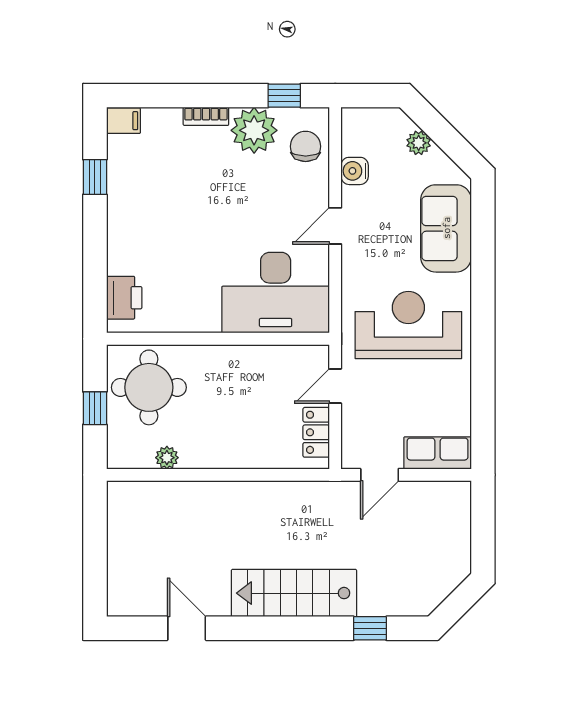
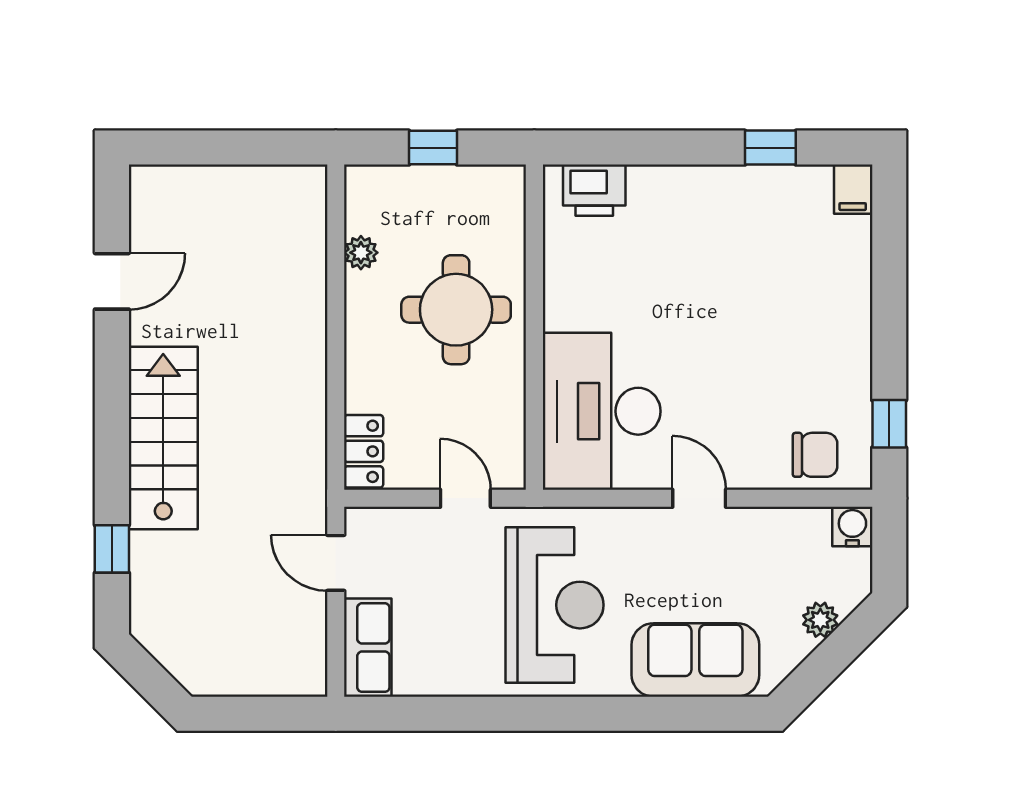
bookcase: (206, 116) -> (859, 310), removed
plant: (254, 130) -> (839, 380), removed
water cooler: (355, 171) -> (852, 527), moved
round table: (149, 387) -> (456, 310), moved
locker: (316, 432) -> (364, 451), moved, turned 90

